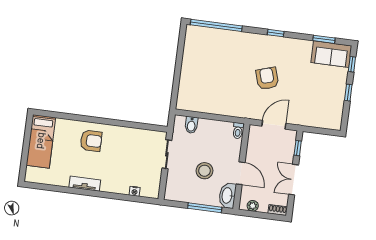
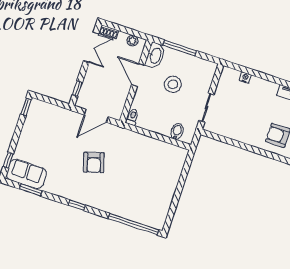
window: (348, 93) -> (26, 107), moved
double door: (294, 180) -> (91, 47), moved

